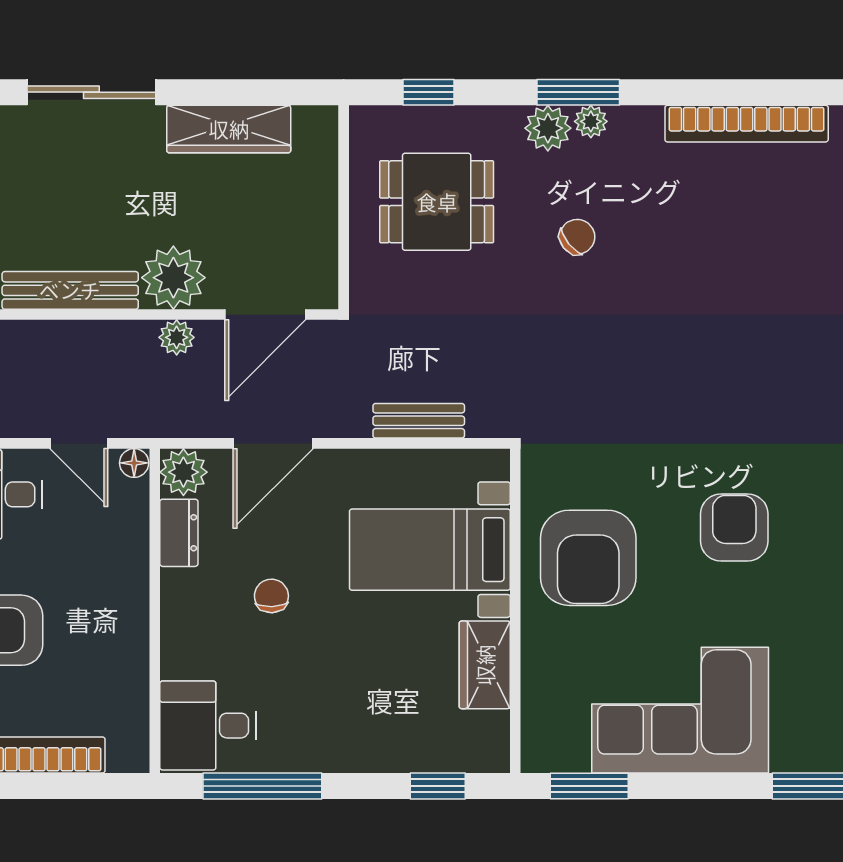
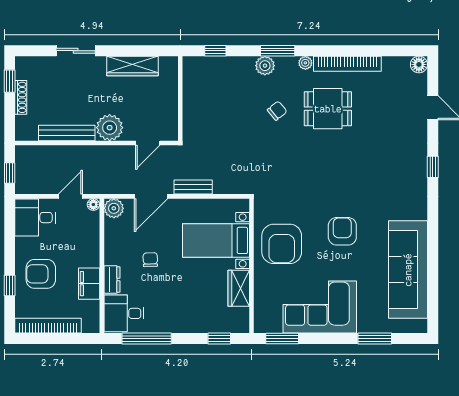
sliding door: (91, 92) -> (76, 51), width x0.73
plant: (591, 121) -> (305, 63), moved
dining table: (437, 202) -> (328, 109), moved
door: (265, 315) -> (148, 143), width x0.73
plant: (177, 337) -> (111, 152), removed
bench: (419, 421) -> (193, 187), moved
door: (79, 443) -> (70, 196), swing flipped
dresser: (179, 533) -> (112, 280), moved
filing cabinet: (124, 654) -> (89, 284), added

